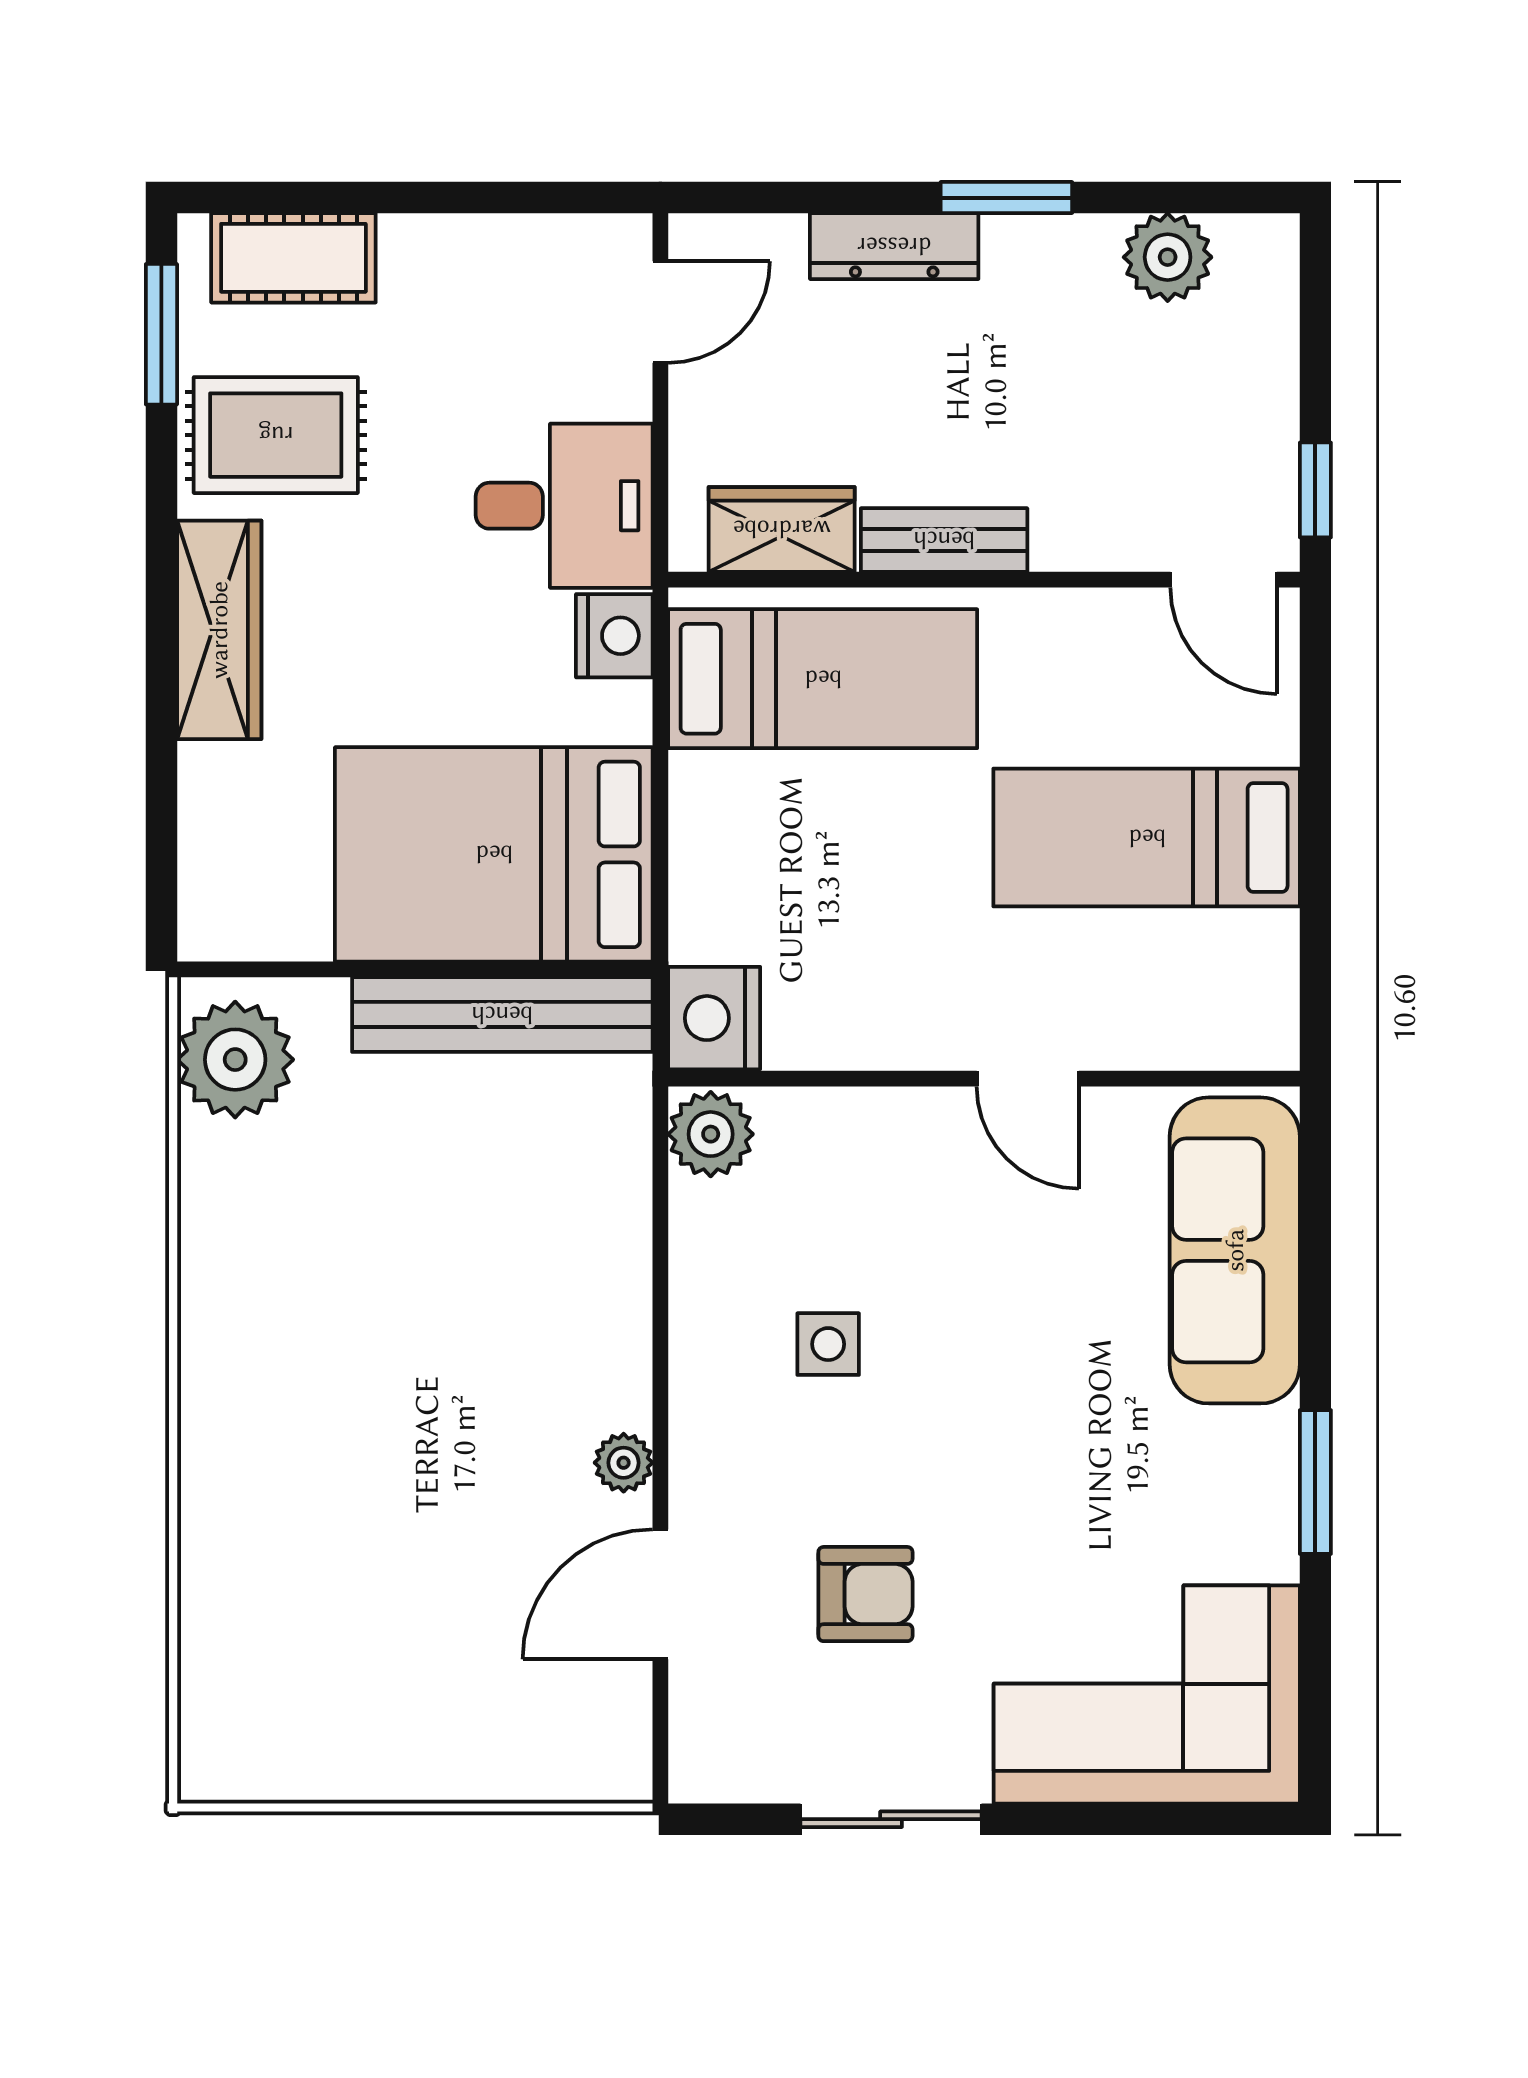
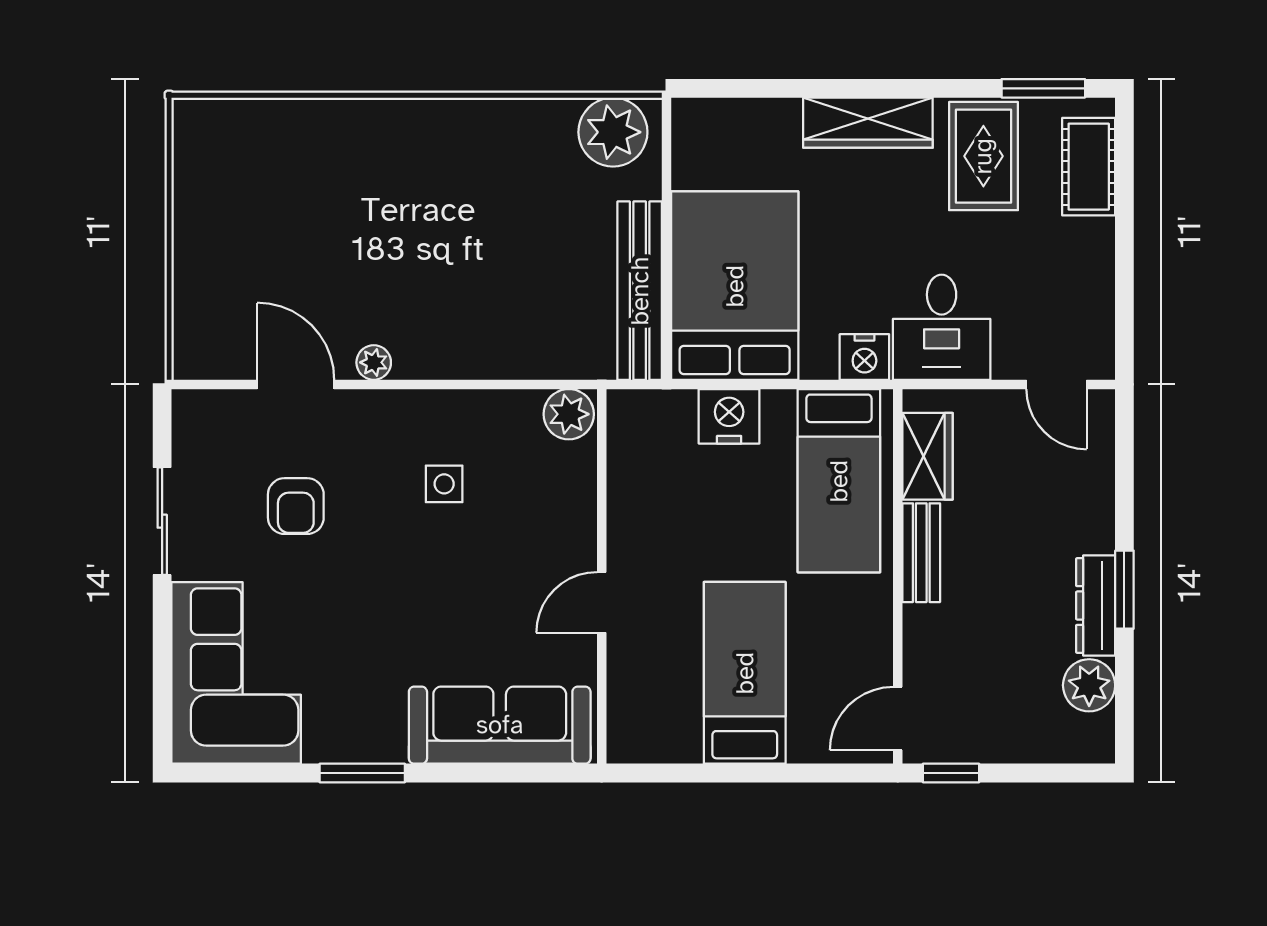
dresser: (894, 246) -> (1096, 605), moved
nightstand: (714, 1018) -> (729, 416), moved

